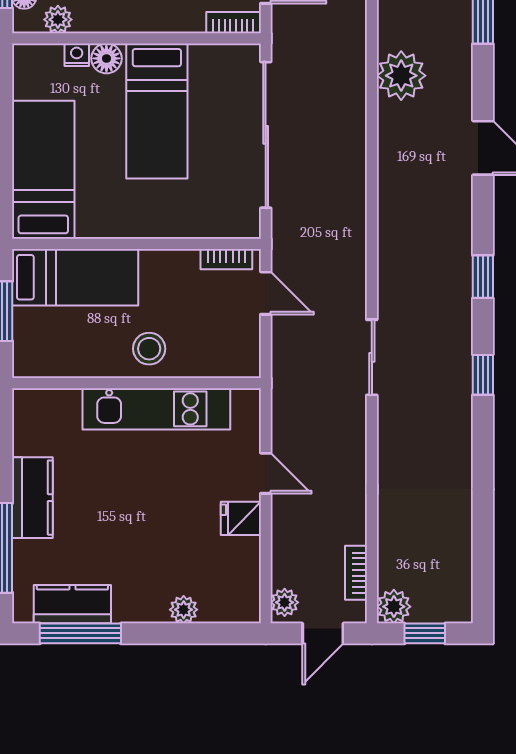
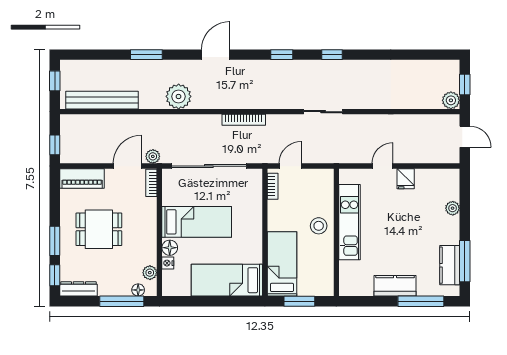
bookcase: (356, 573) -> (244, 120), moved, width x1.56
plant: (285, 602) -> (153, 156), moved

